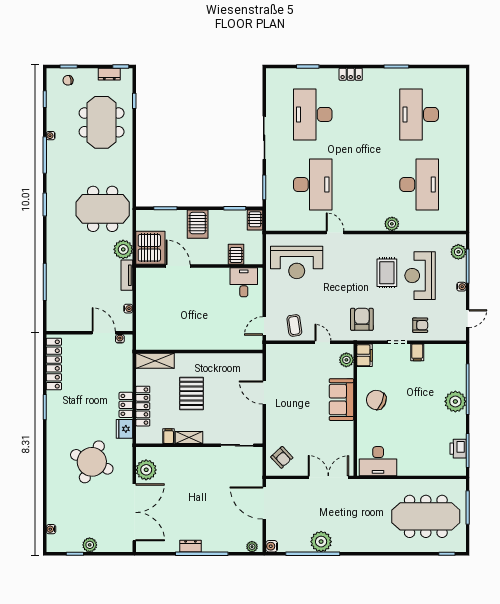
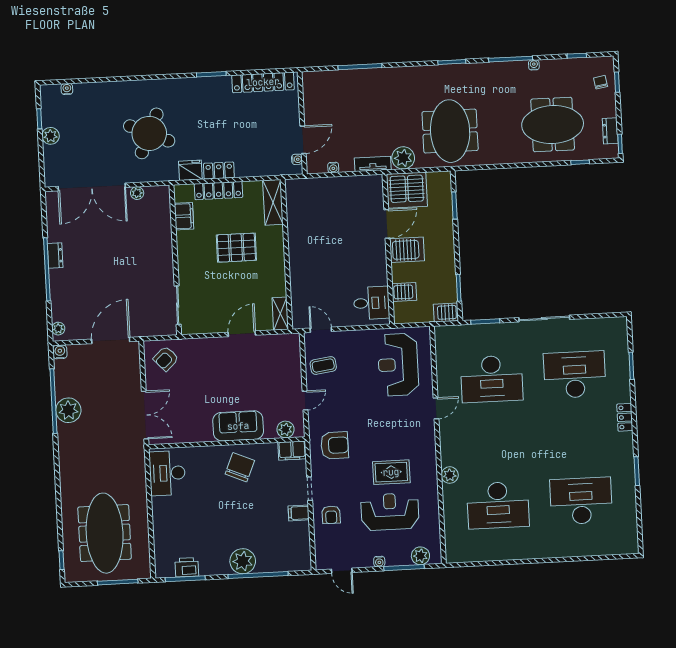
server rack: (198, 224) -> (407, 250), moved, turned 180
filing cabinet: (169, 436) -> (184, 216), width x2.00
shelving: (189, 437) -> (280, 314), moved
plant: (146, 470) -> (137, 193), width x0.53, depth x0.53

